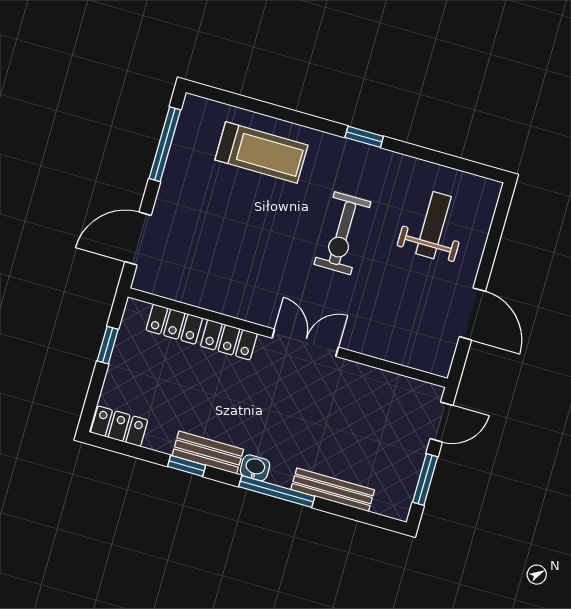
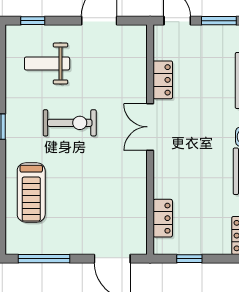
treadmill: (261, 153) -> (31, 192), turned 180
window: (498, 222) -> (33, 21), added
locker: (229, 340) -> (163, 80), moved

